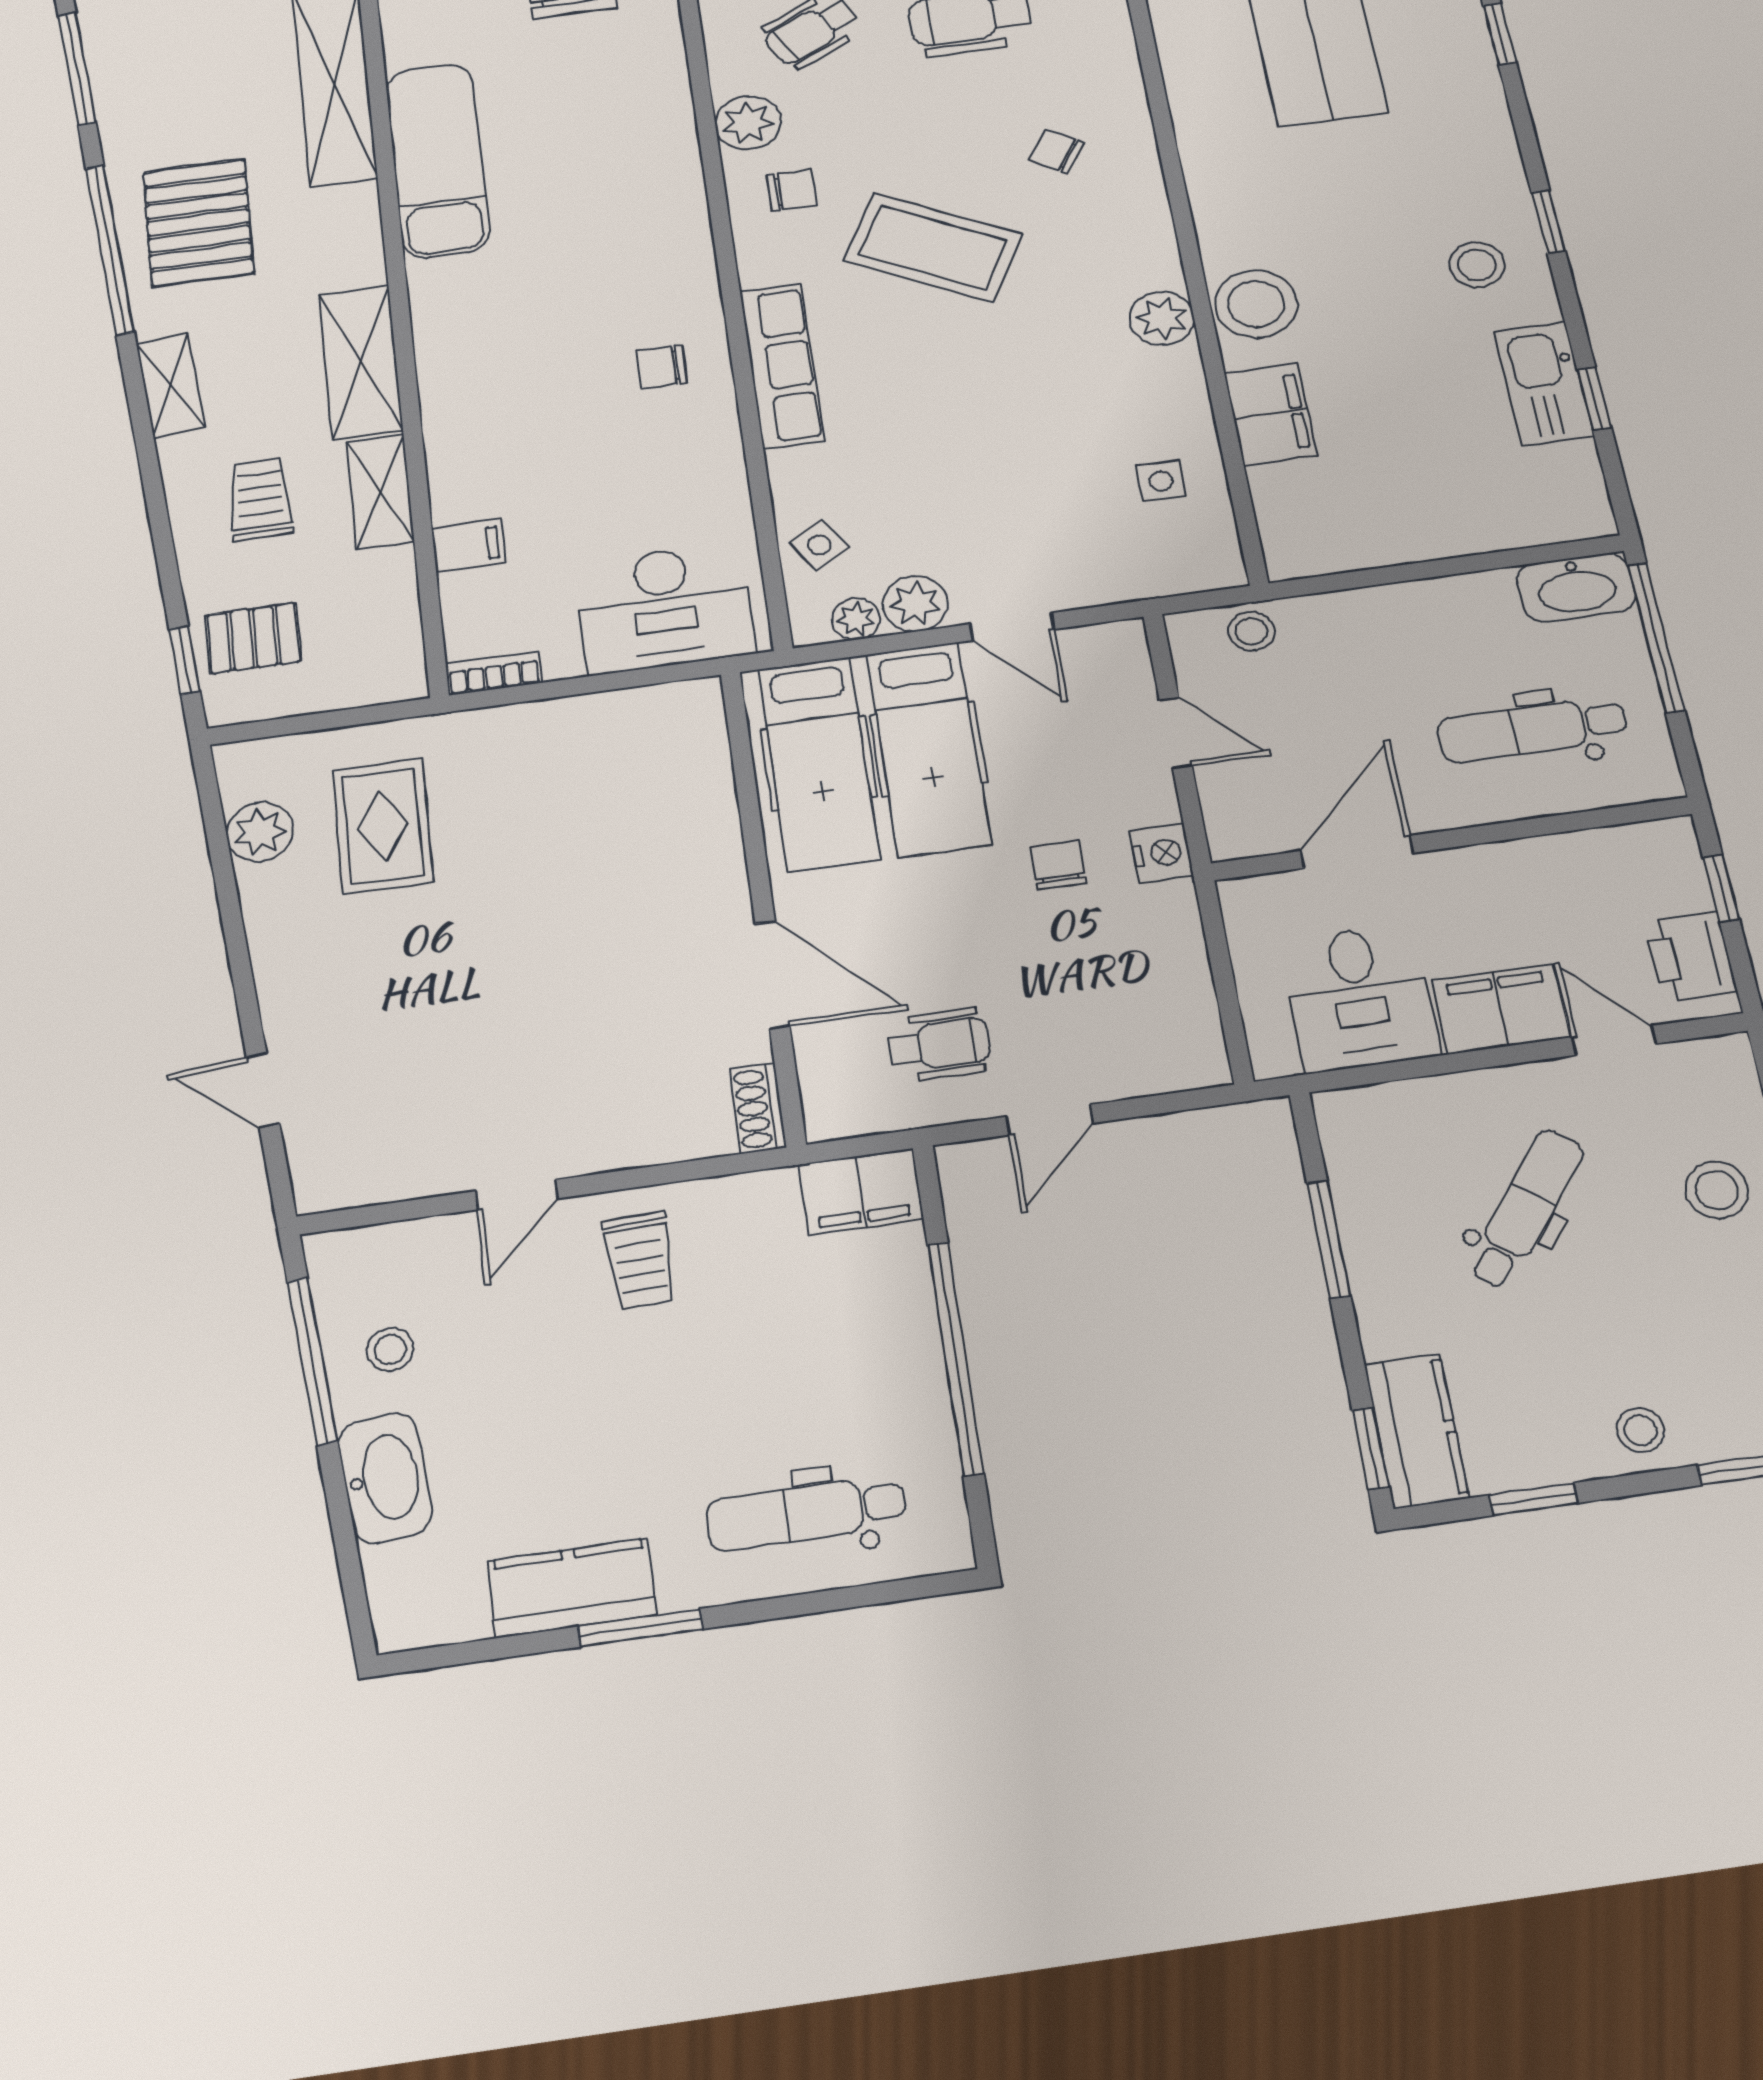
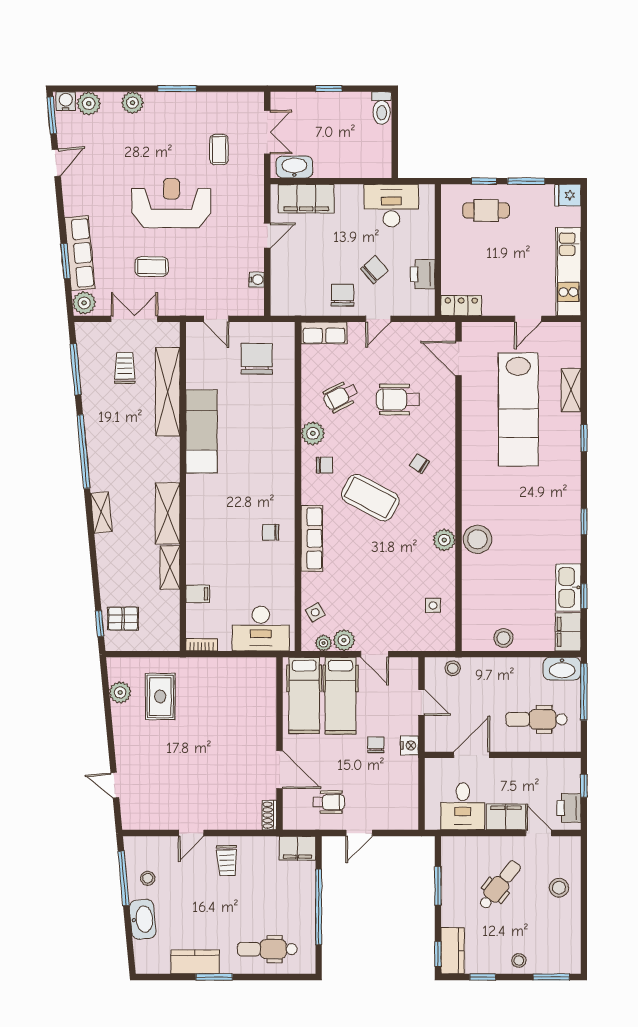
pallet: (198, 223) -> (115, 445), removed
stool: (1477, 265) -> (503, 638), moved
filing cabinet: (1271, 414) -> (568, 632), moved, turned 180
trolley: (260, 499) -> (125, 368), moved

